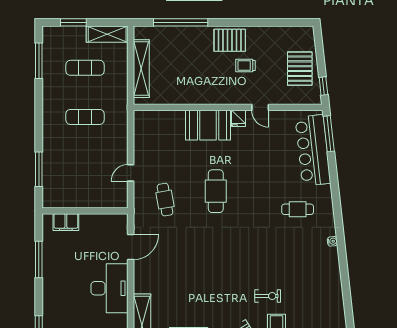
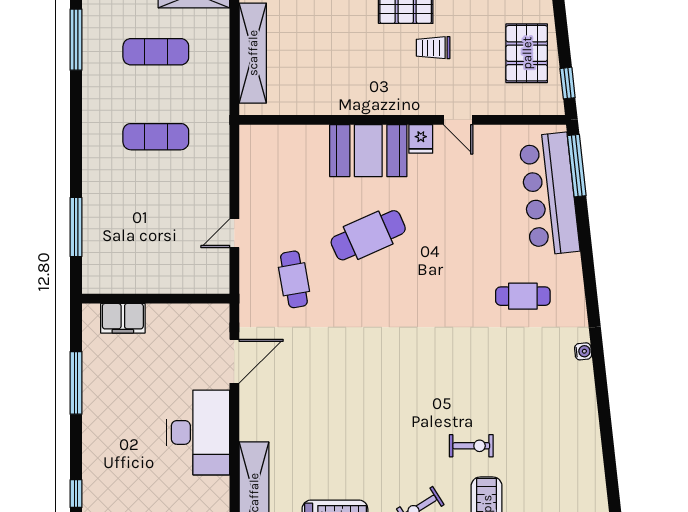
cafe table: (216, 191) -> (368, 235), moved, turned 66

